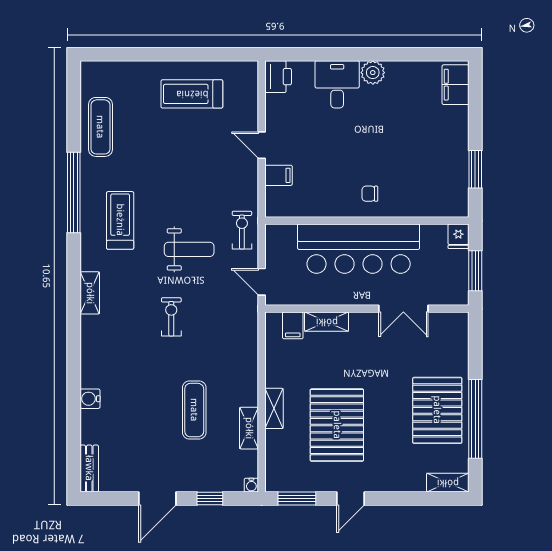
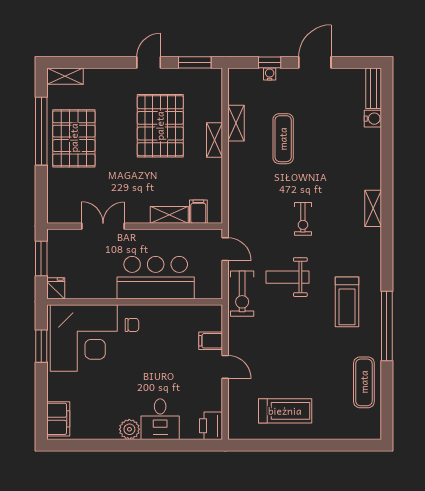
corner desk: (426, 179) -> (84, 338), added
exercise bike: (242, 230) -> (242, 294), width x1.38, depth x1.39
bar counter: (359, 249) -> (156, 278), width x0.73
shelving: (90, 293) -> (373, 208), moved
water cooler: (90, 399) -> (373, 119), moved
water cooler: (251, 485) -> (270, 74), moved

